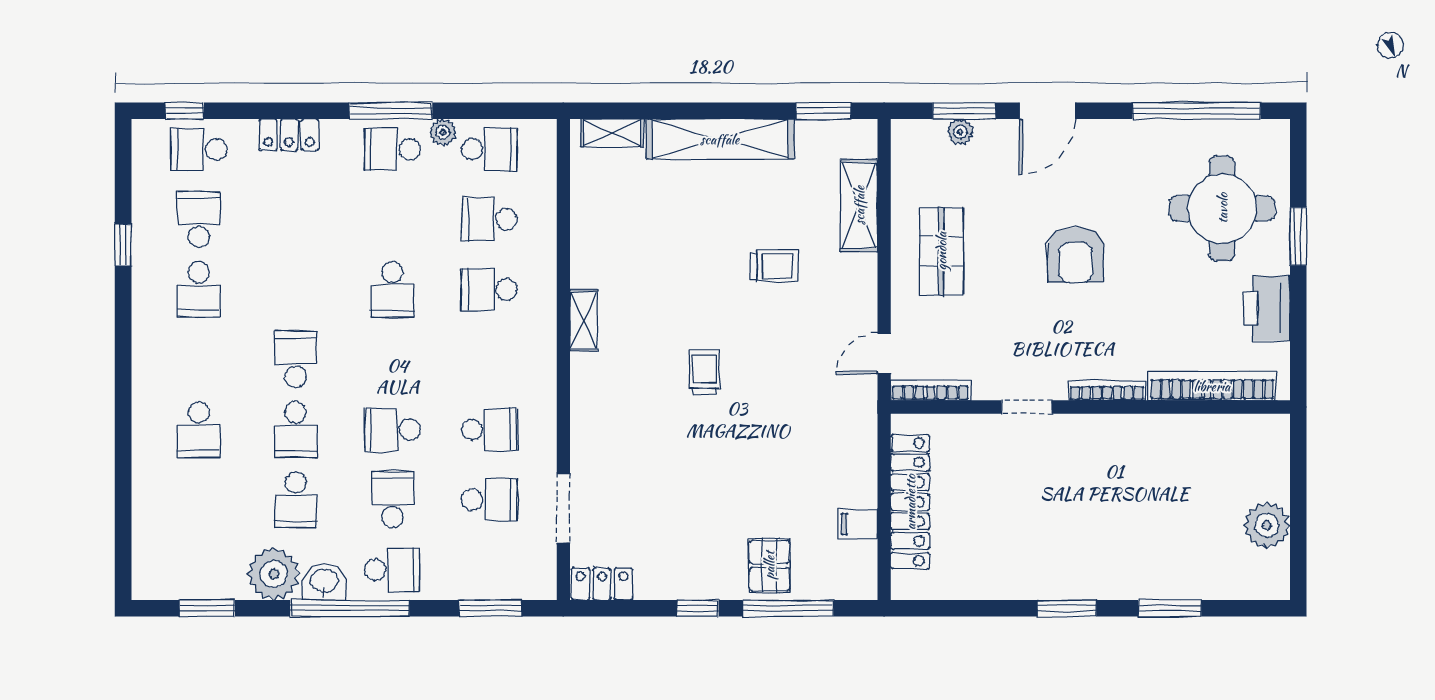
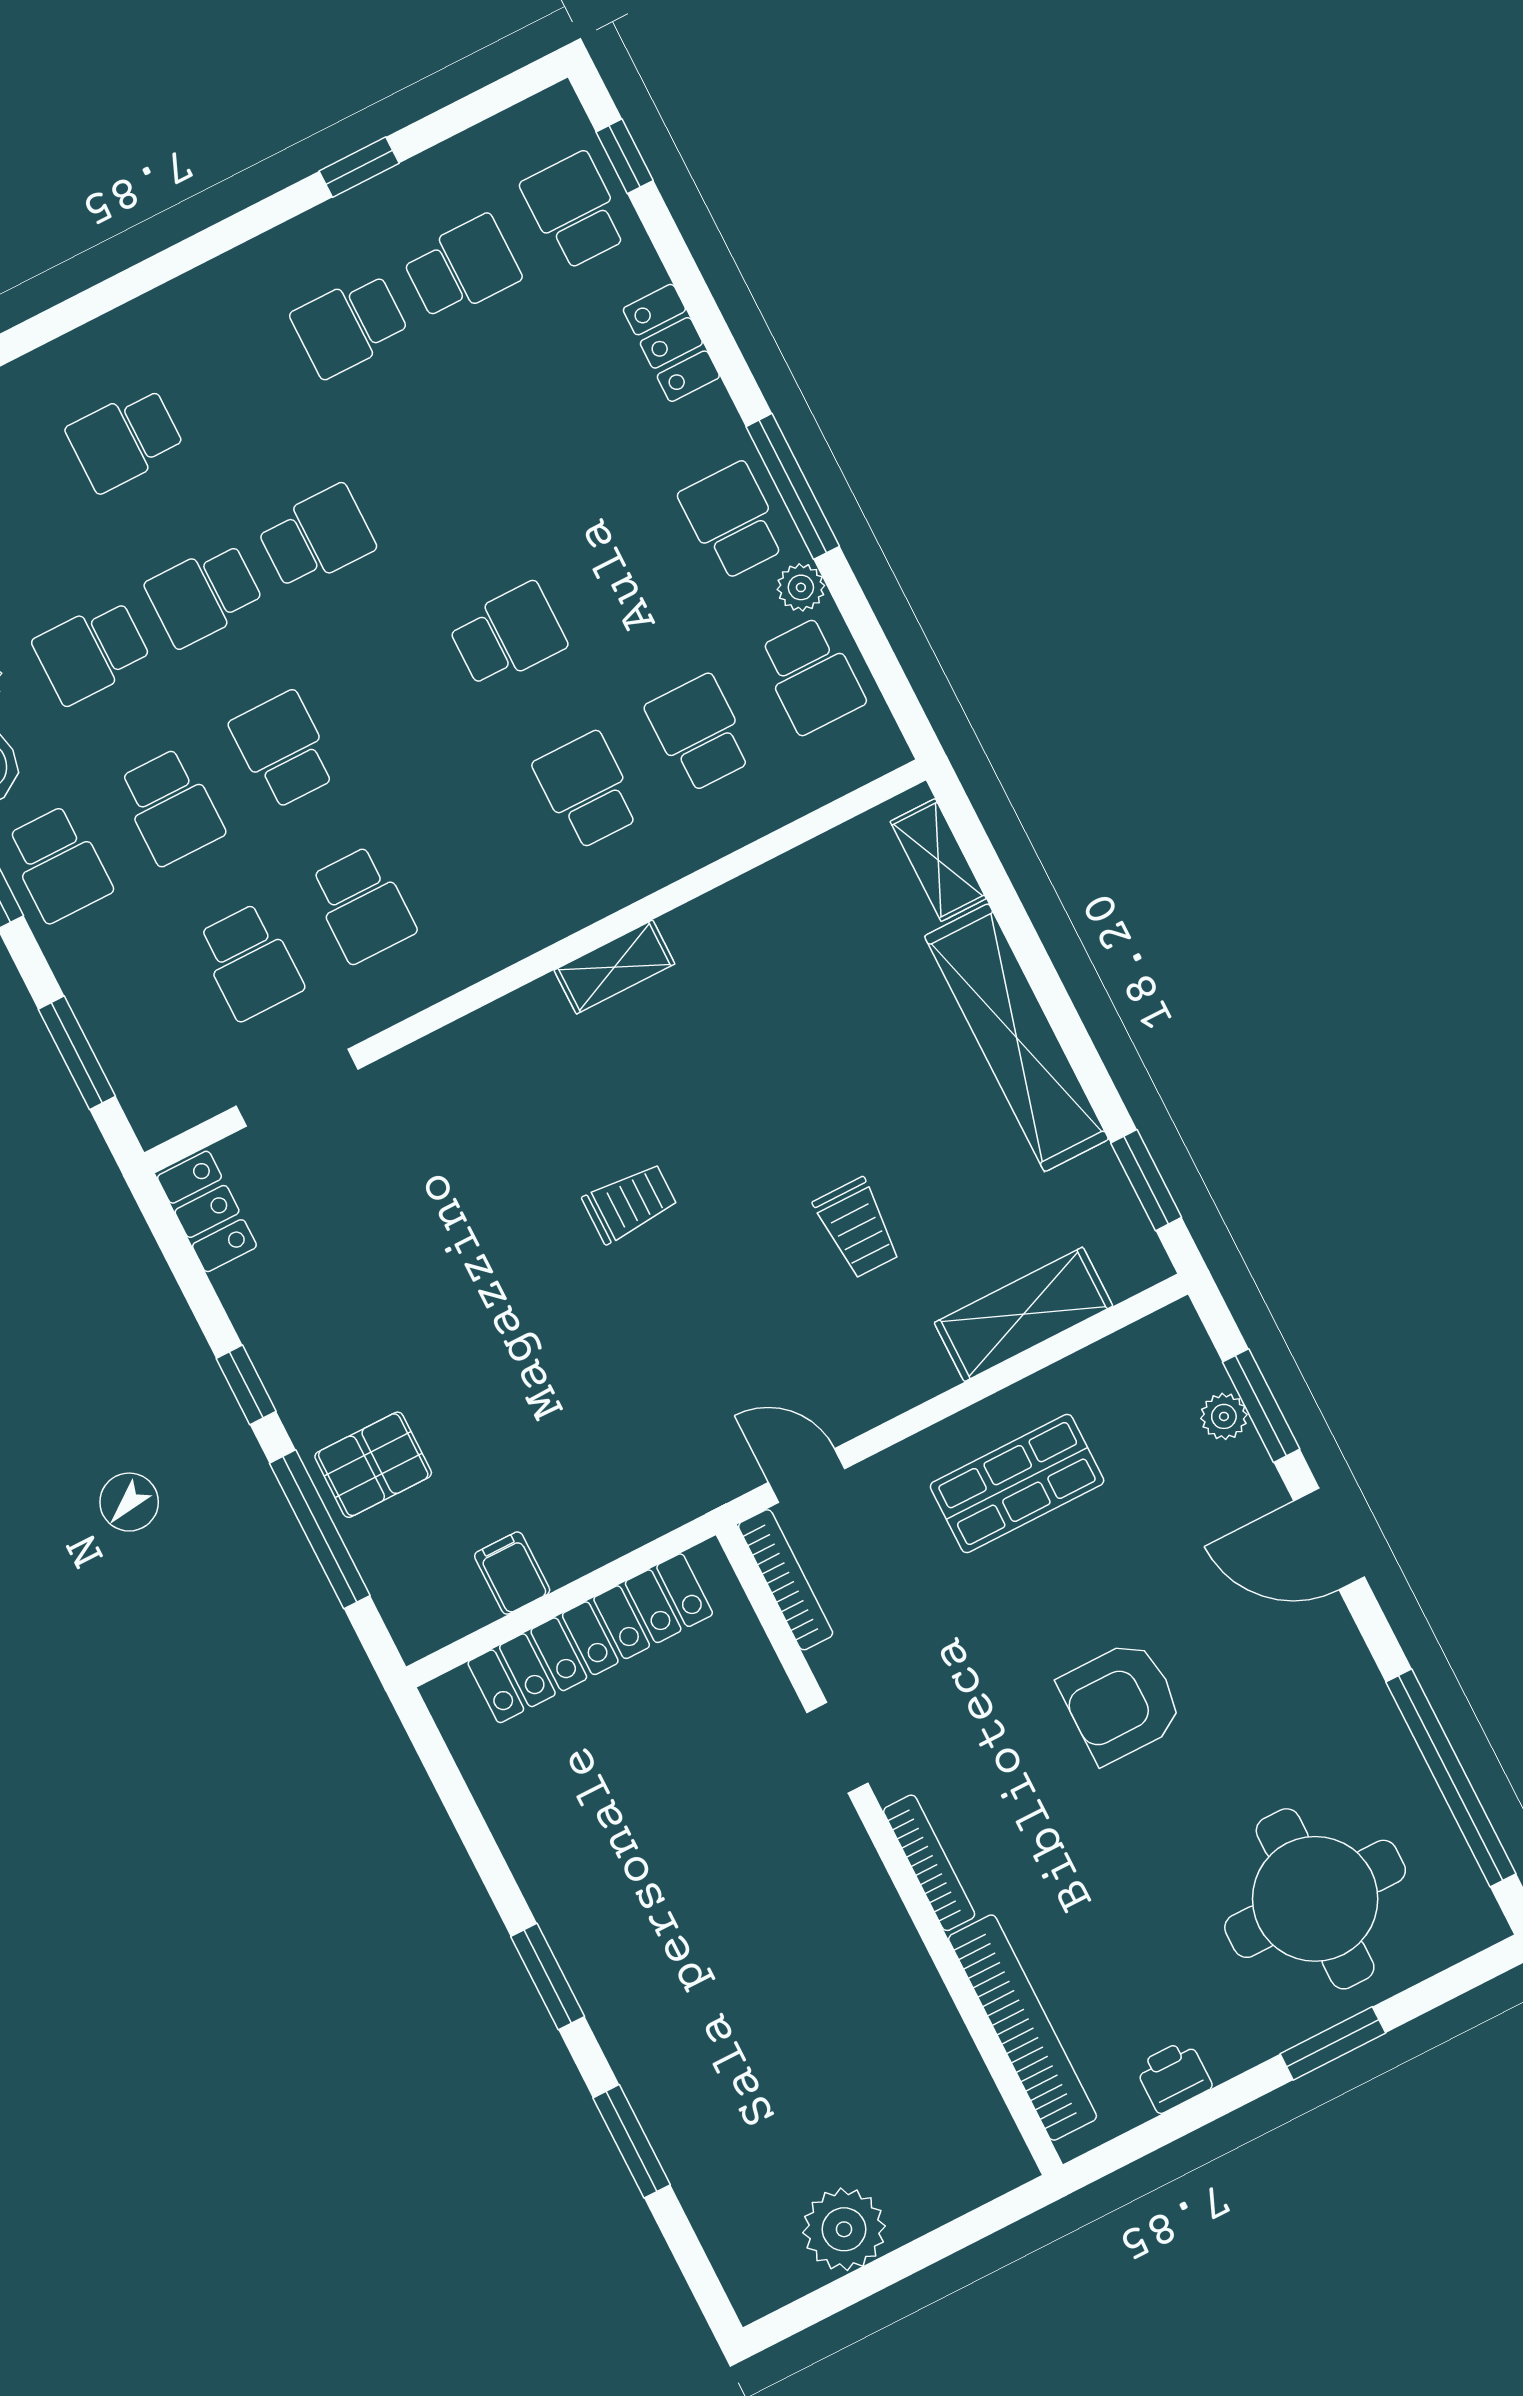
school desk: (392, 289) -> (508, 635), turned 180
printer: (1267, 308) -> (1174, 2076), width x0.53, depth x0.68
school desk: (392, 500) -> (171, 807), turned 90

